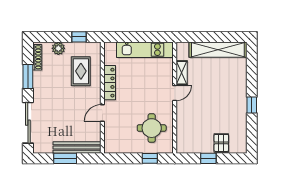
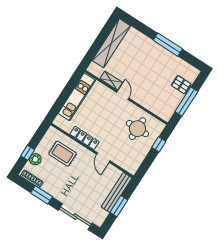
window: (79, 37) -> (28, 153), moved
window: (252, 105) -> (168, 45), width x2.17
window: (208, 158) -> (186, 102), width x2.17

